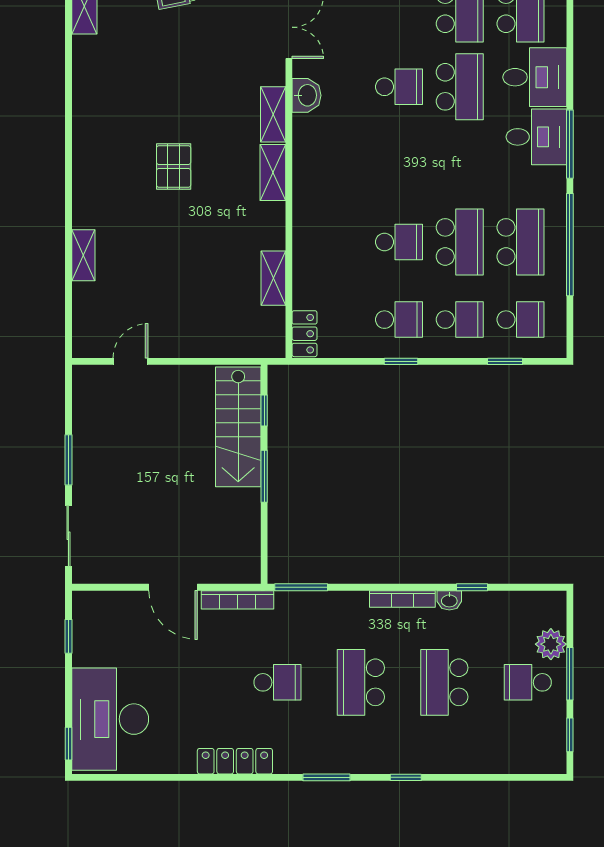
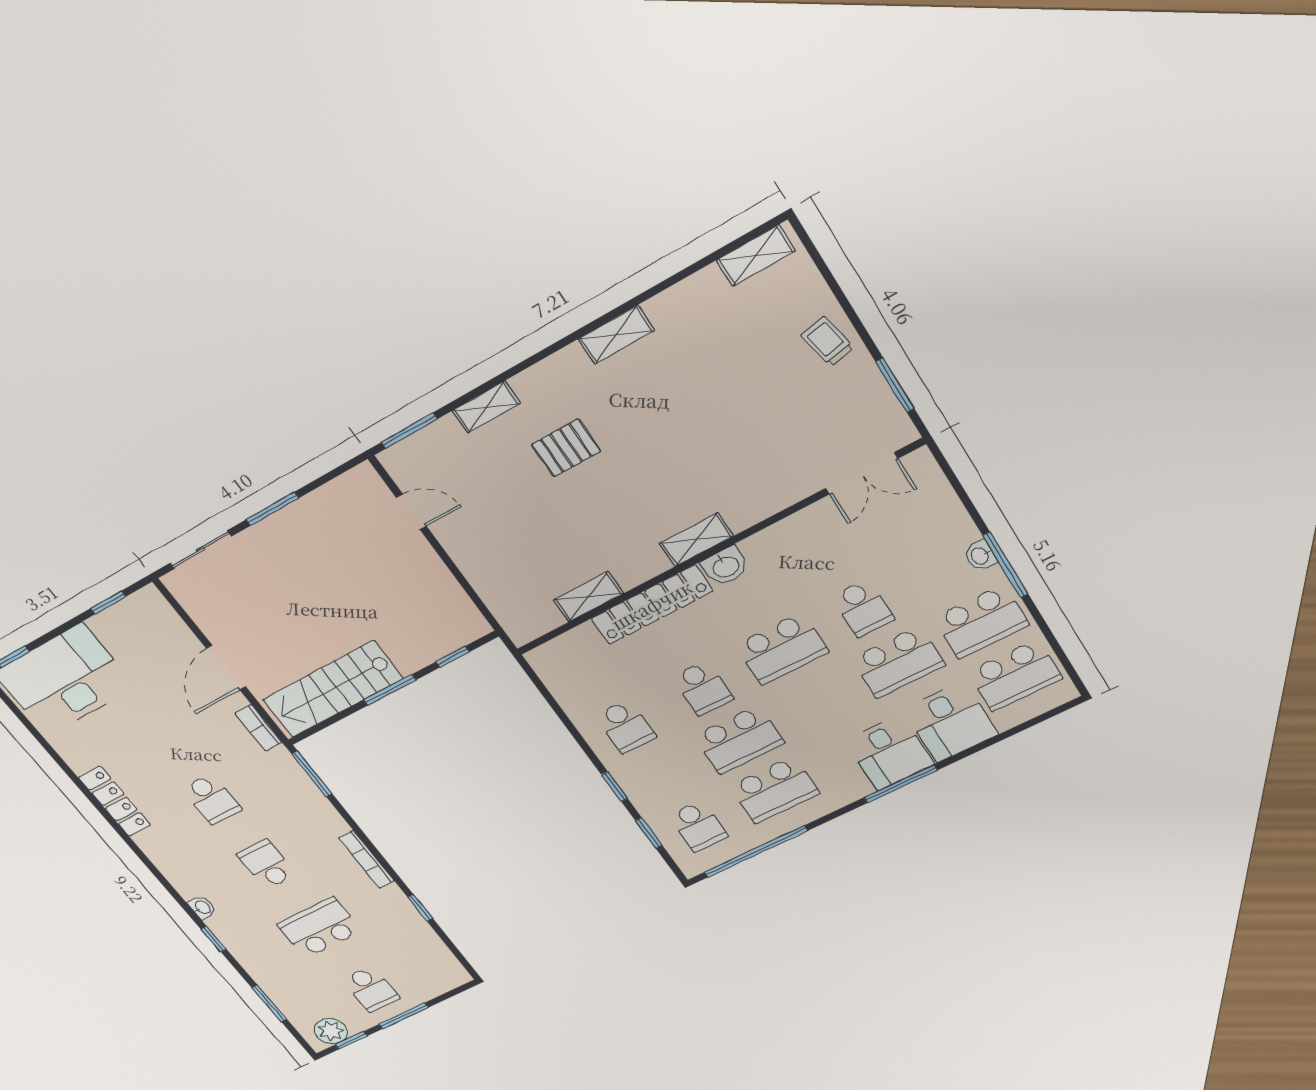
washbasin: (307, 95) -> (725, 566), moved
shelving: (273, 114) -> (616, 335), moved
pallet: (174, 167) -> (566, 448), moved
window: (570, 245) -> (756, 851), moved
school desk: (460, 320) -> (782, 649), moved, width x1.85
window: (68, 321) -> (409, 431), added
locker: (304, 334) -> (652, 605), moved, width x2.16, depth x1.21
window: (401, 361) -> (614, 786), moved
stairs: (238, 427) -> (333, 689), moved
bookcase: (238, 600) -> (259, 728), width x0.64
washbasin: (449, 600) -> (202, 908), moved, turned 180
plant: (551, 644) -> (331, 1031), moved
school desk: (361, 682) -> (266, 864), width x0.54
school desk: (528, 682) -> (371, 989), turned 180
window: (327, 777) -> (269, 1003), moved

